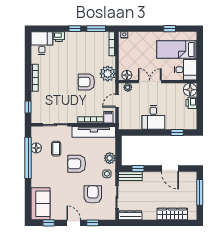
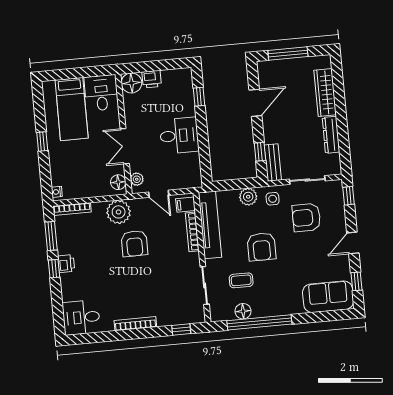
window: (170, 29) -> (42, 141), moved
printer: (59, 37) -> (66, 264), moved
dresser: (130, 215) -> (331, 135), moved
window: (93, 223) -> (349, 196), moved

